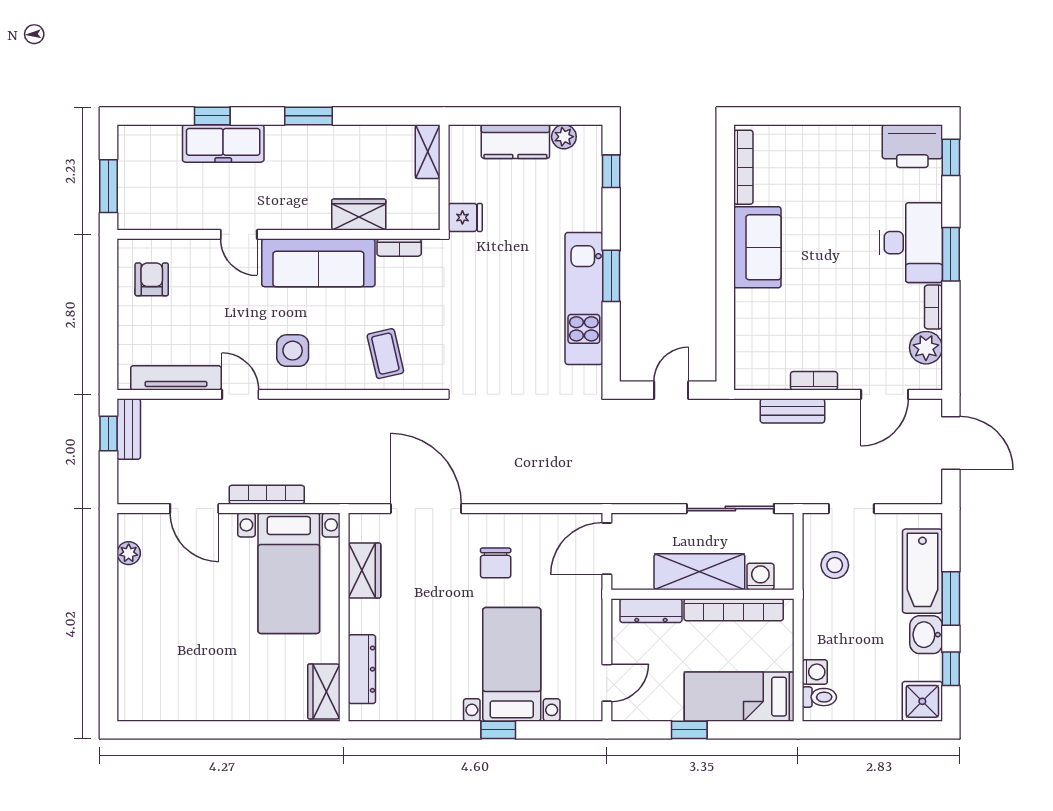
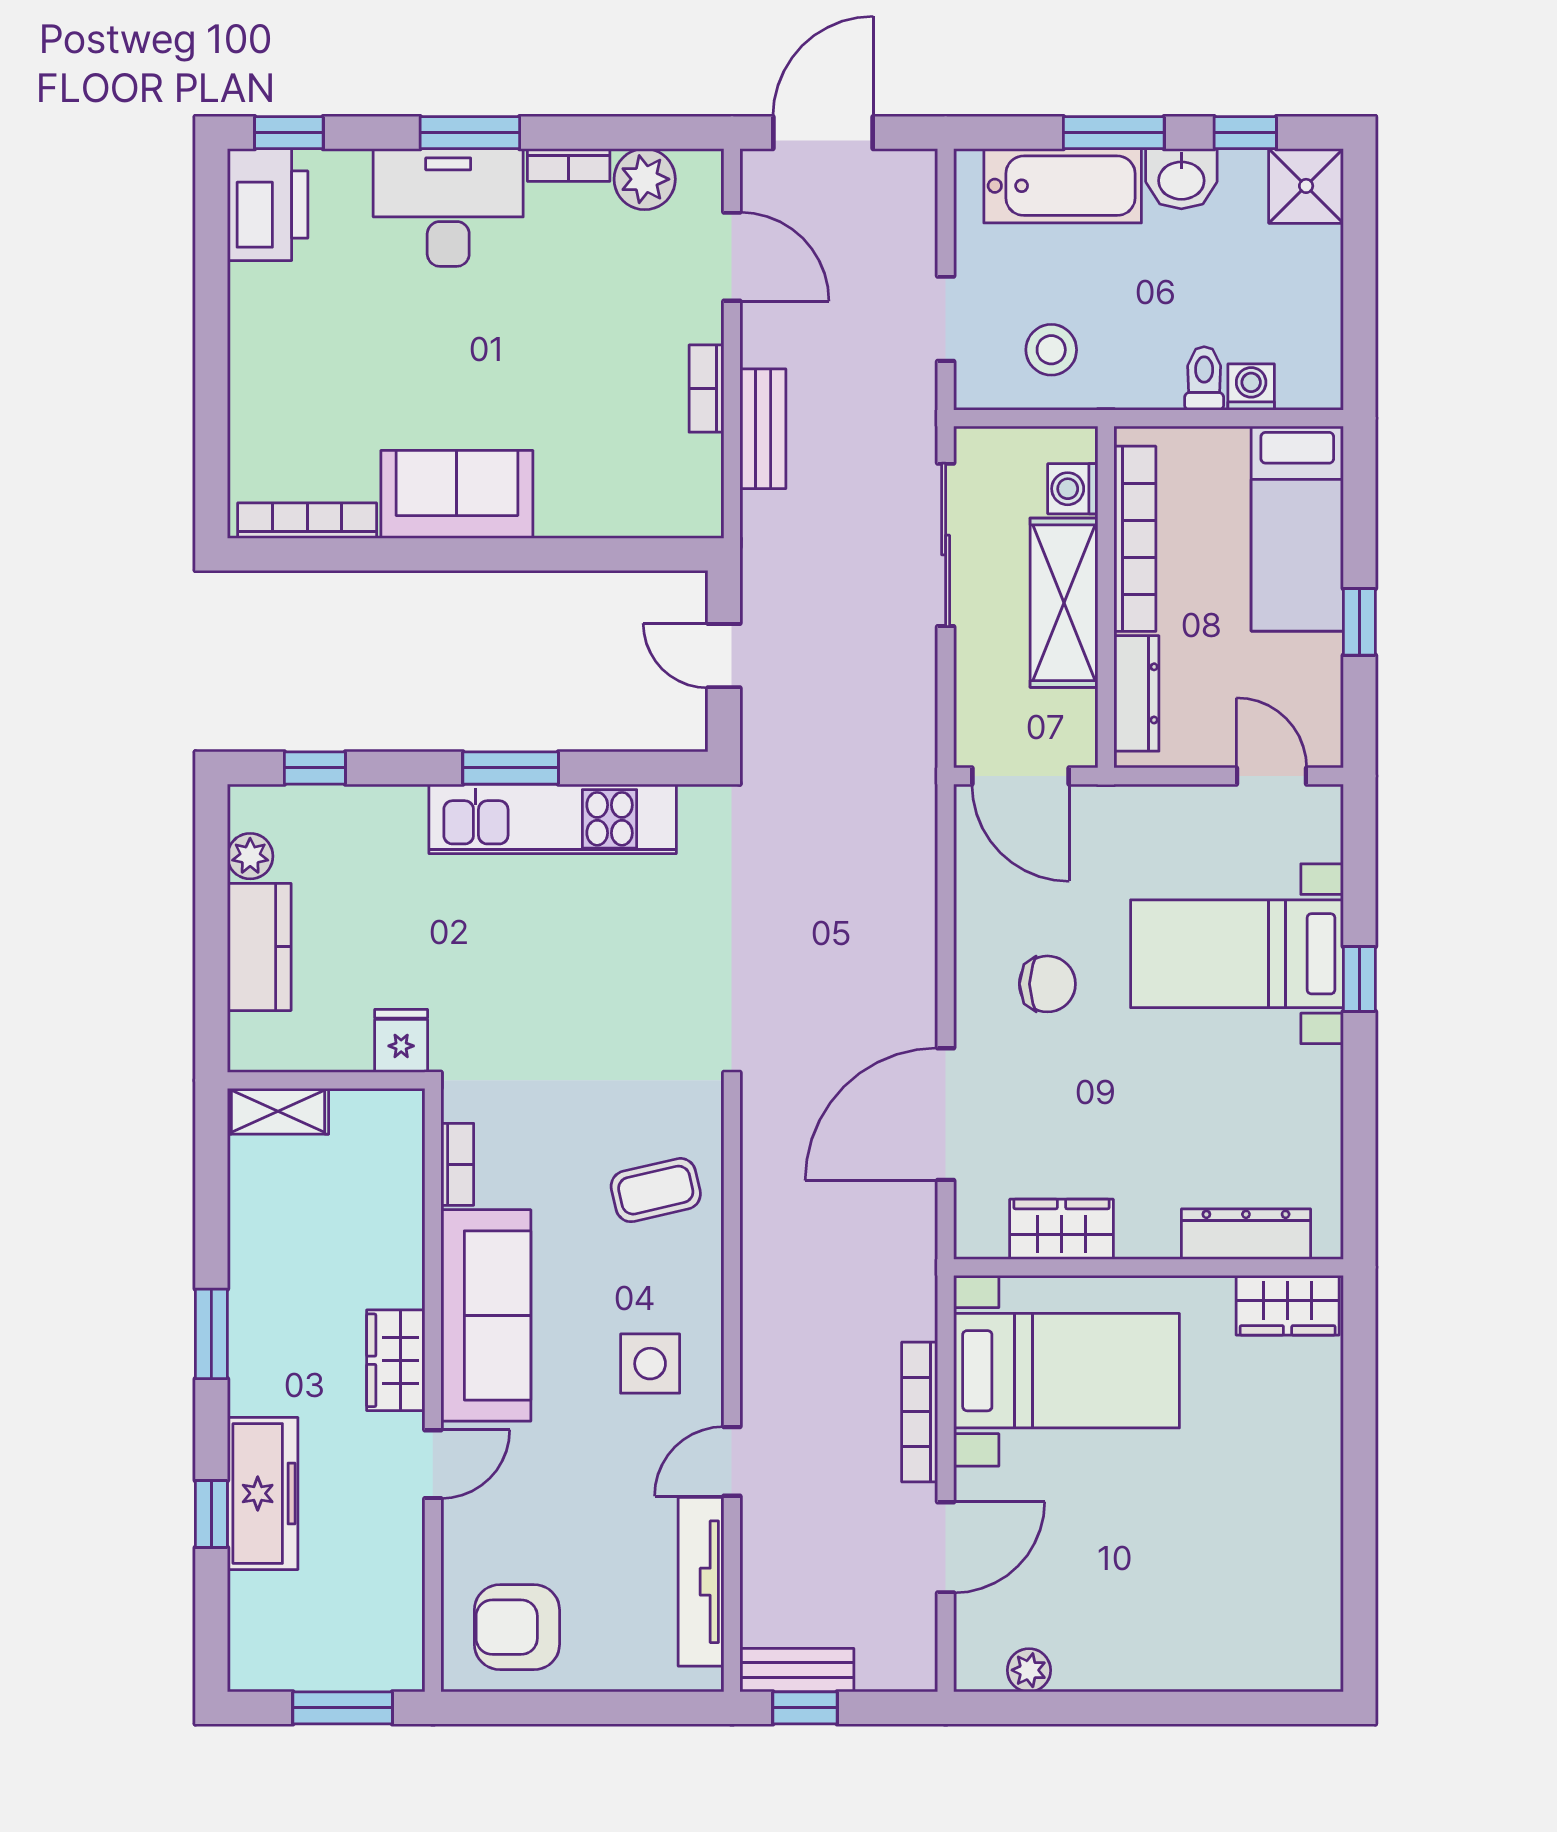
wardrobe: (359, 215) -> (396, 1360), moved
armchair: (152, 279) -> (517, 1627), width x1.38, depth x1.38
toilet: (819, 697) -> (1204, 378), moved

